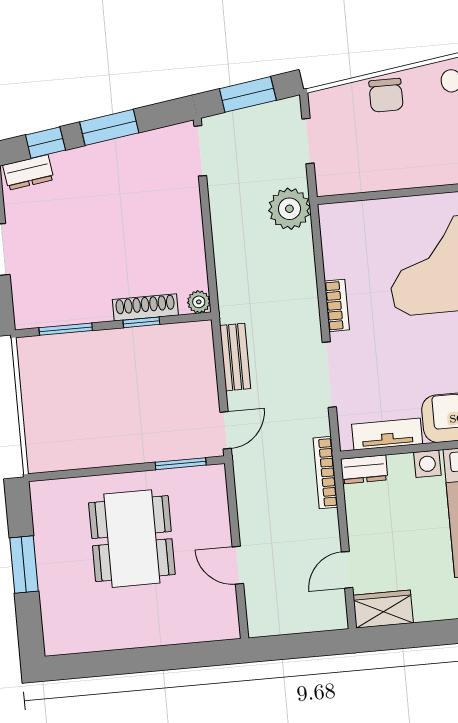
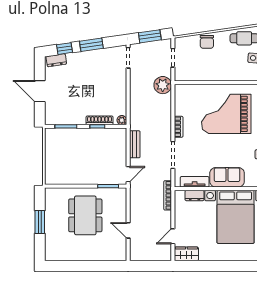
dresser: (364, 469) -> (195, 196), moved

